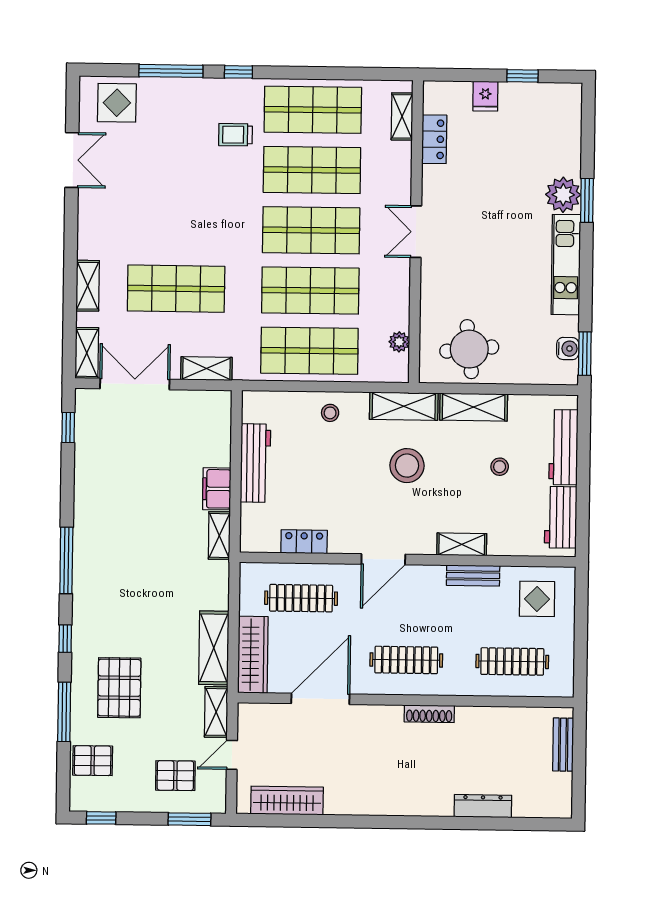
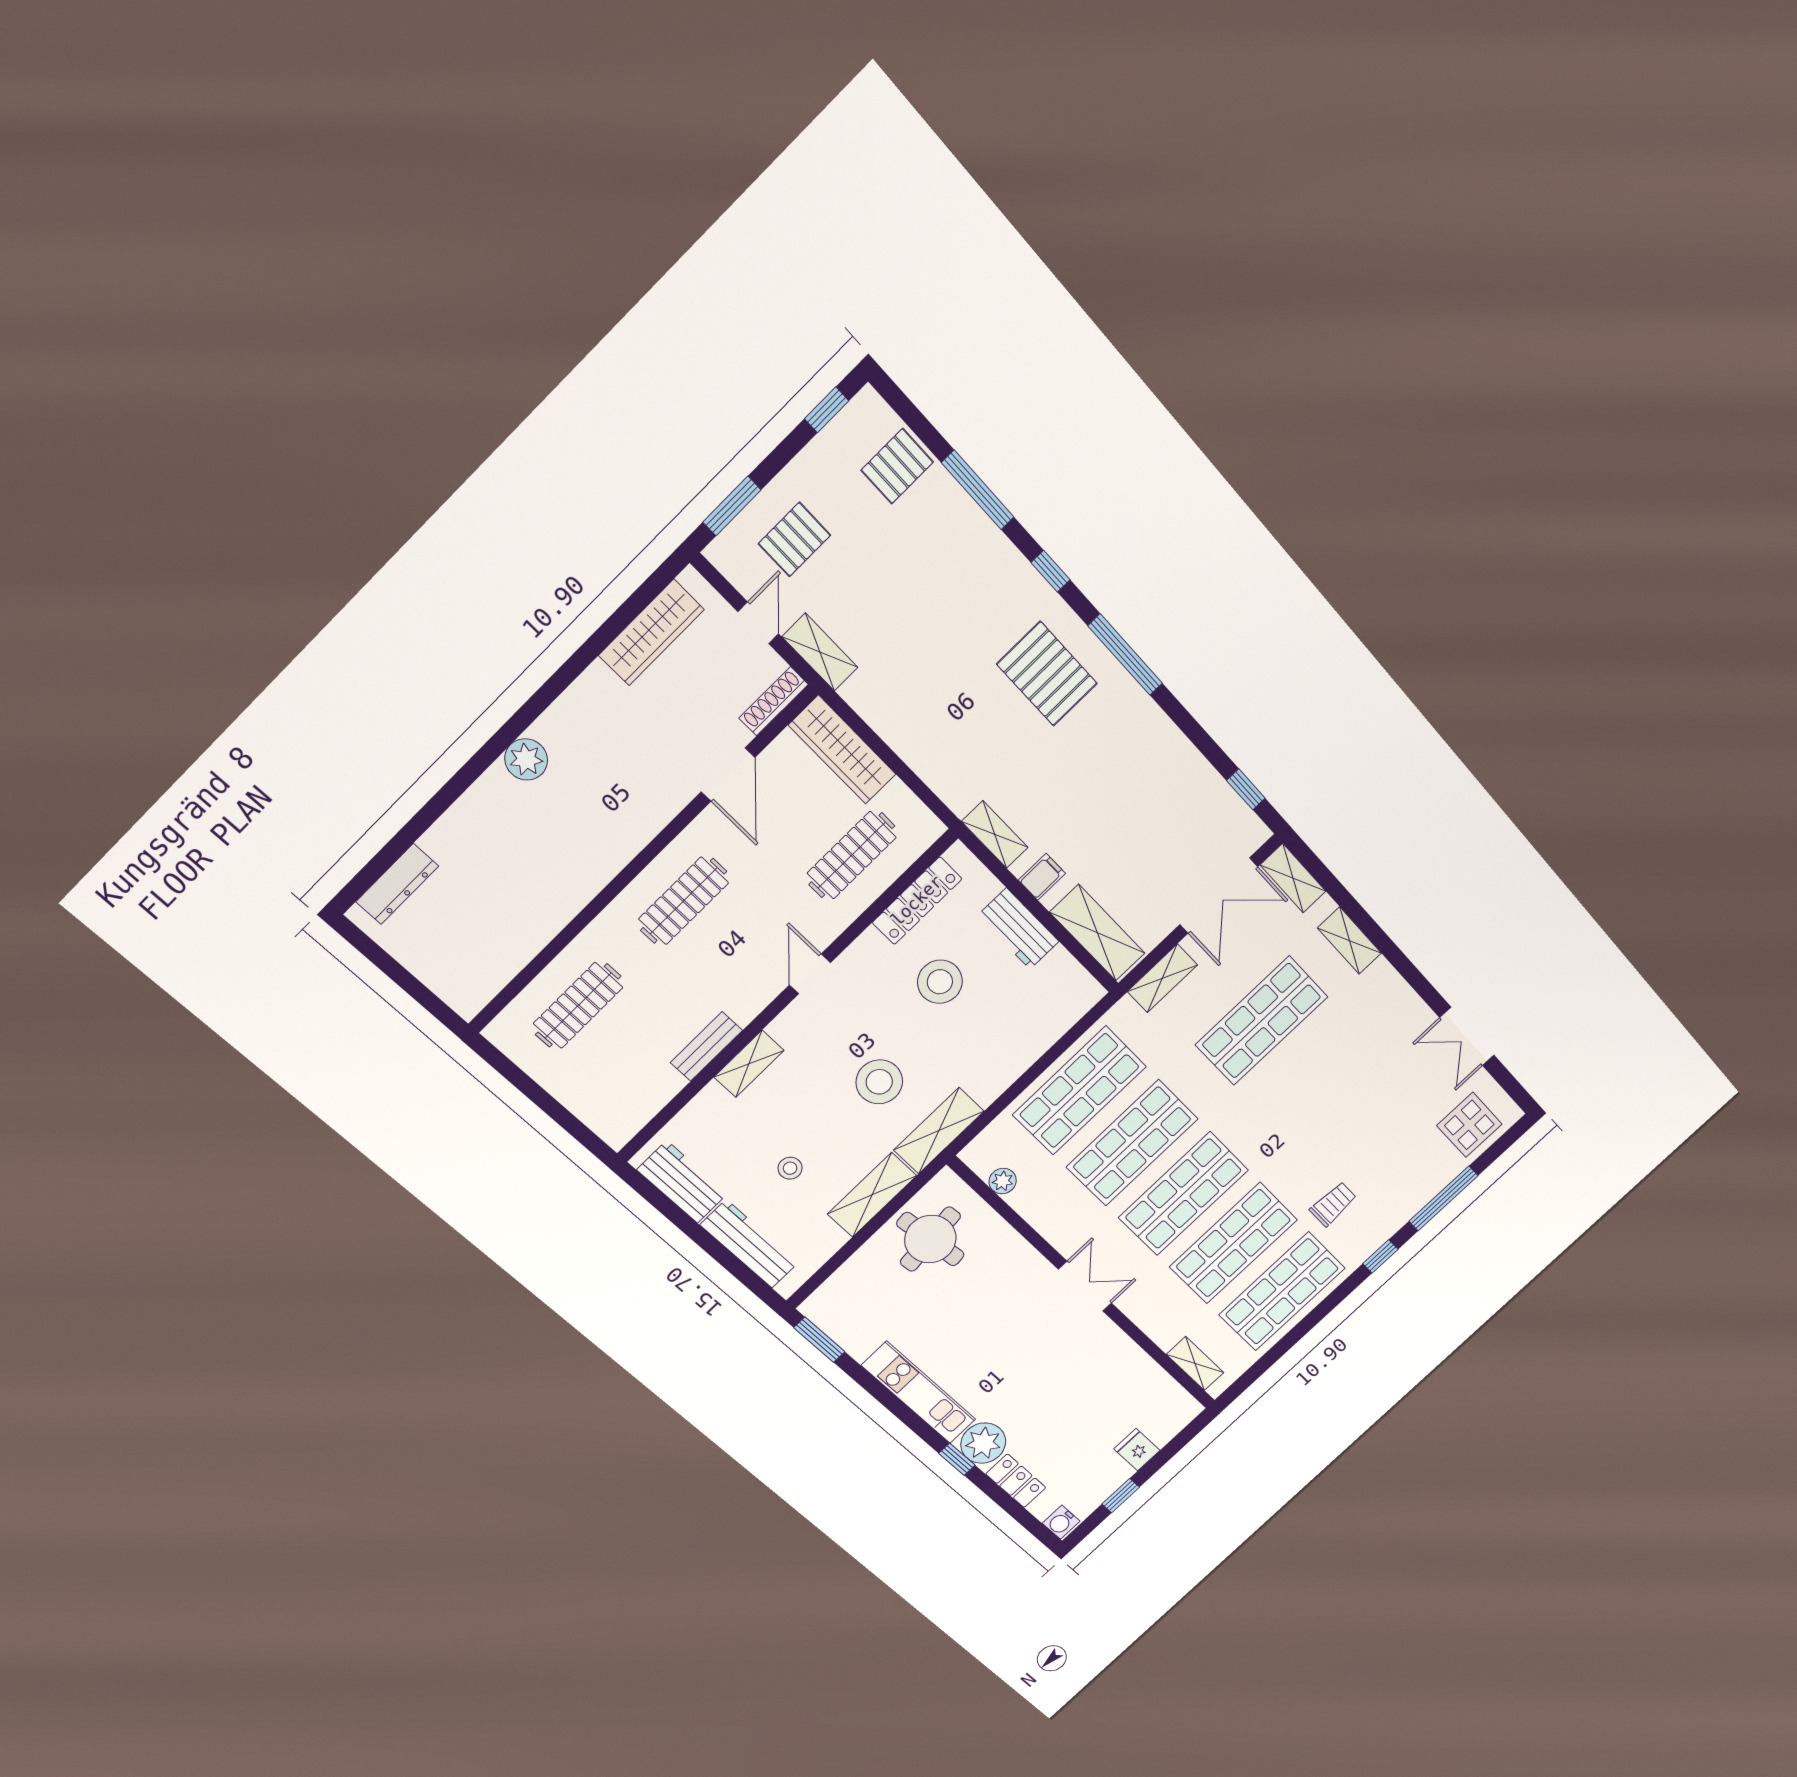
locker: (434, 139) -> (1016, 1481), moved, turned 180
window: (587, 200) -> (957, 1459), width x0.67
water cooler: (568, 349) -> (1061, 1522), moved
stool: (330, 413) -> (940, 982), moved, width x1.89, depth x1.89
workbench: (255, 463) -> (1018, 929), width x0.73
filing cabinet: (217, 489) -> (1042, 877), width x0.50
locker: (304, 542) -> (917, 901), width x1.53
door: (383, 559) -> (810, 974), width x0.73
display table: (537, 599) -> (621, 1087), removed
shelving: (214, 648) -> (1097, 933), moved
pallet: (119, 688) -> (1047, 674), moved
door: (320, 699) -> (728, 775), width x0.73
shoe rack: (429, 714) -> (774, 701), moved
bench: (563, 745) -> (437, 978), removed
plant: (408, 802) -> (526, 759), added
dresser: (483, 806) -> (397, 884), moved

